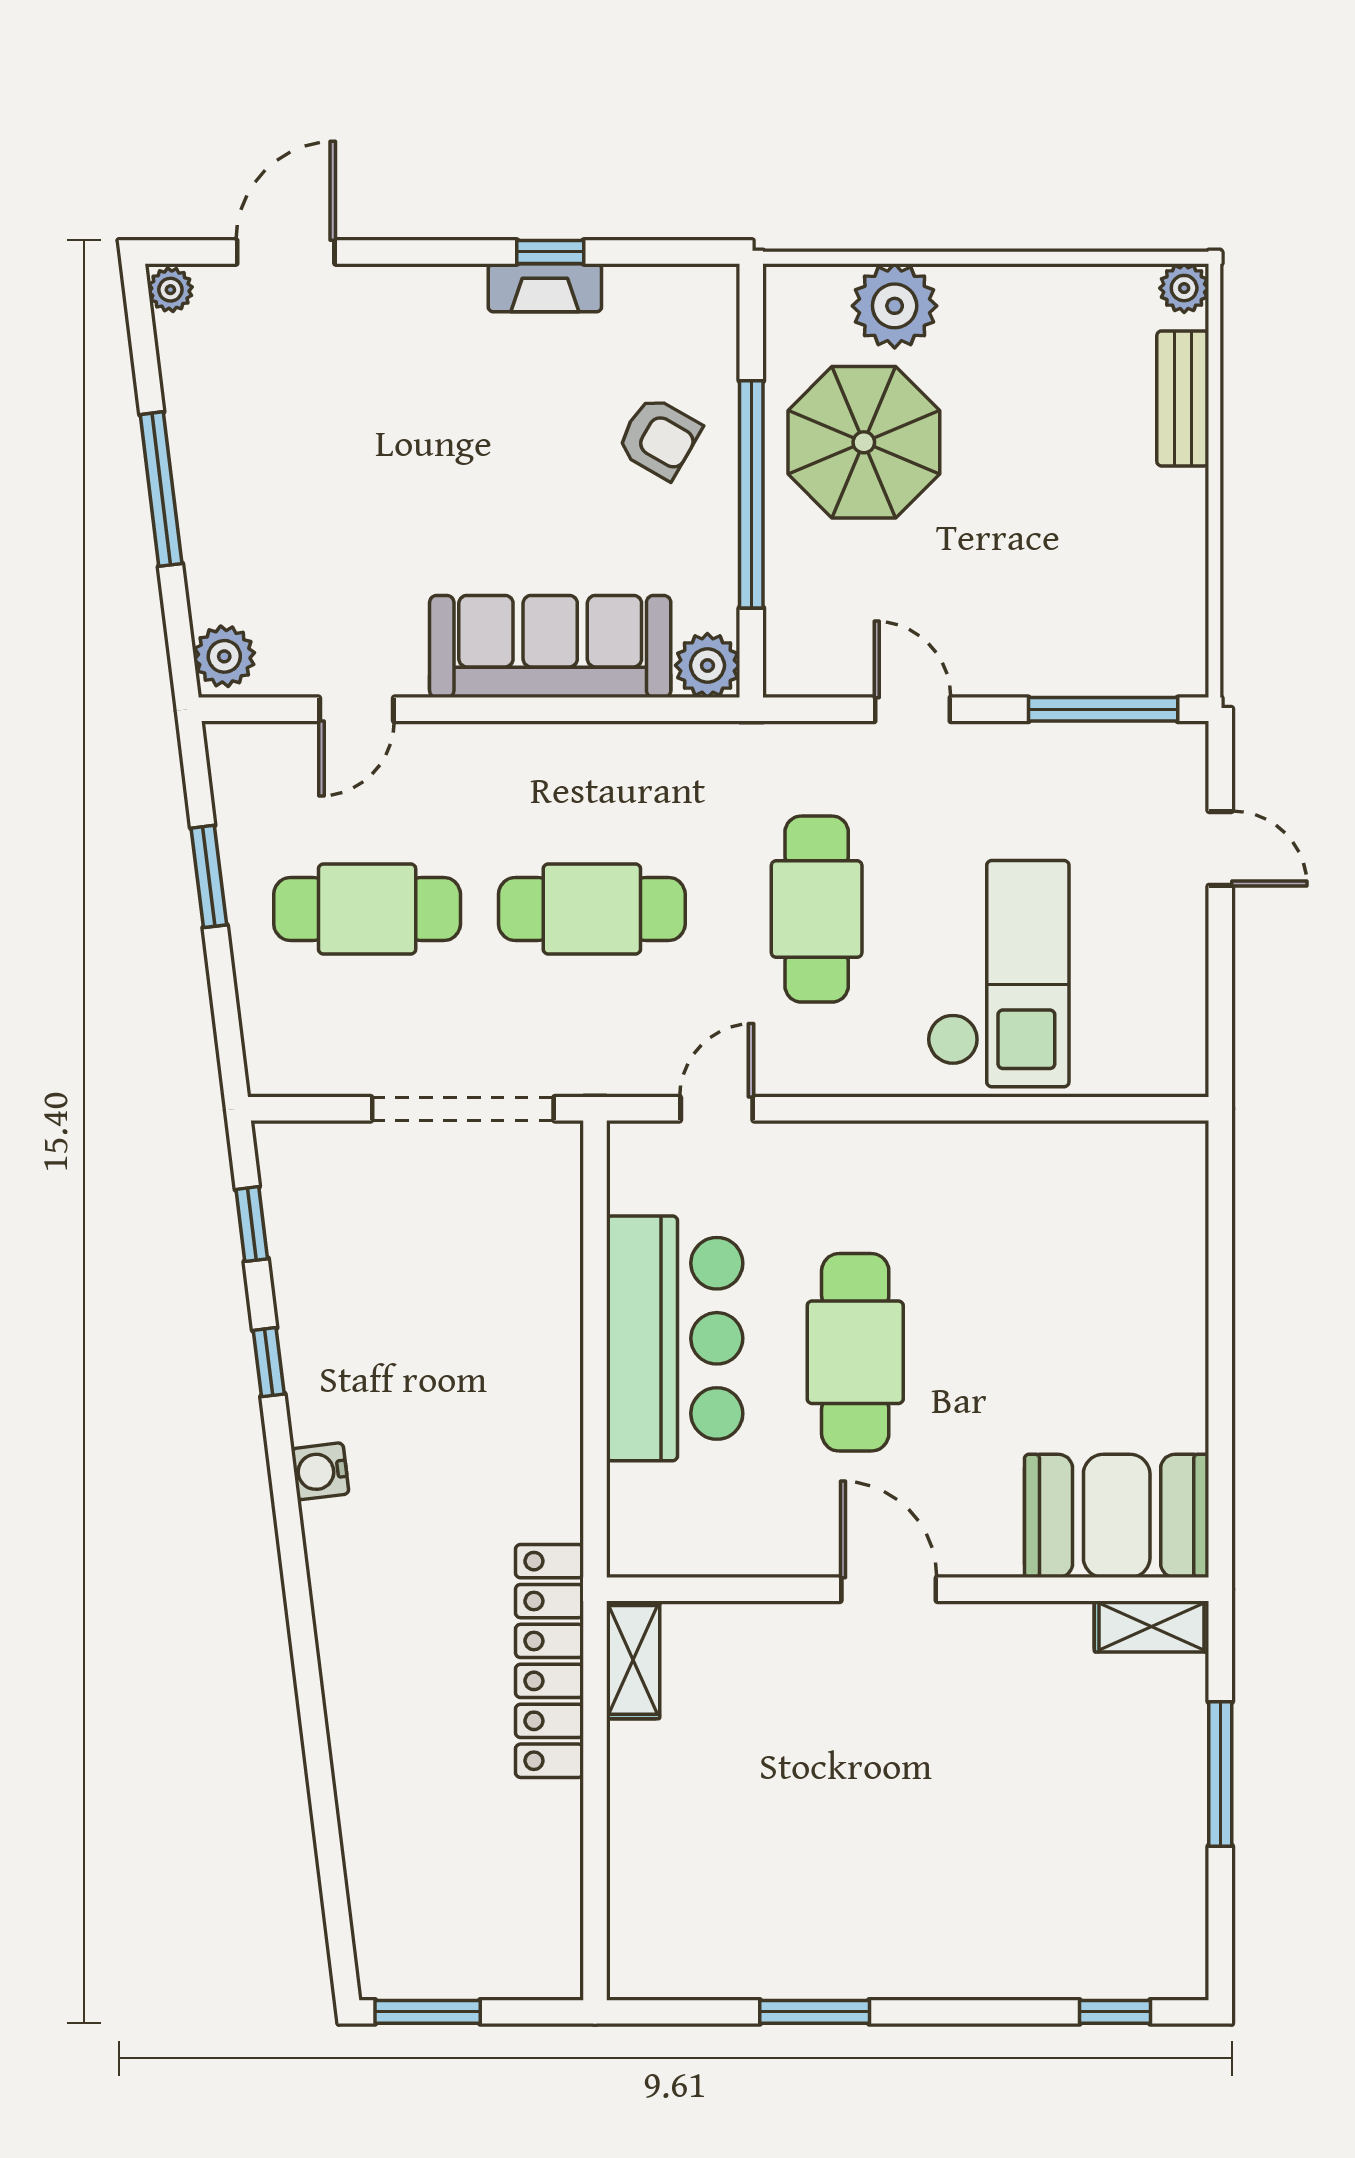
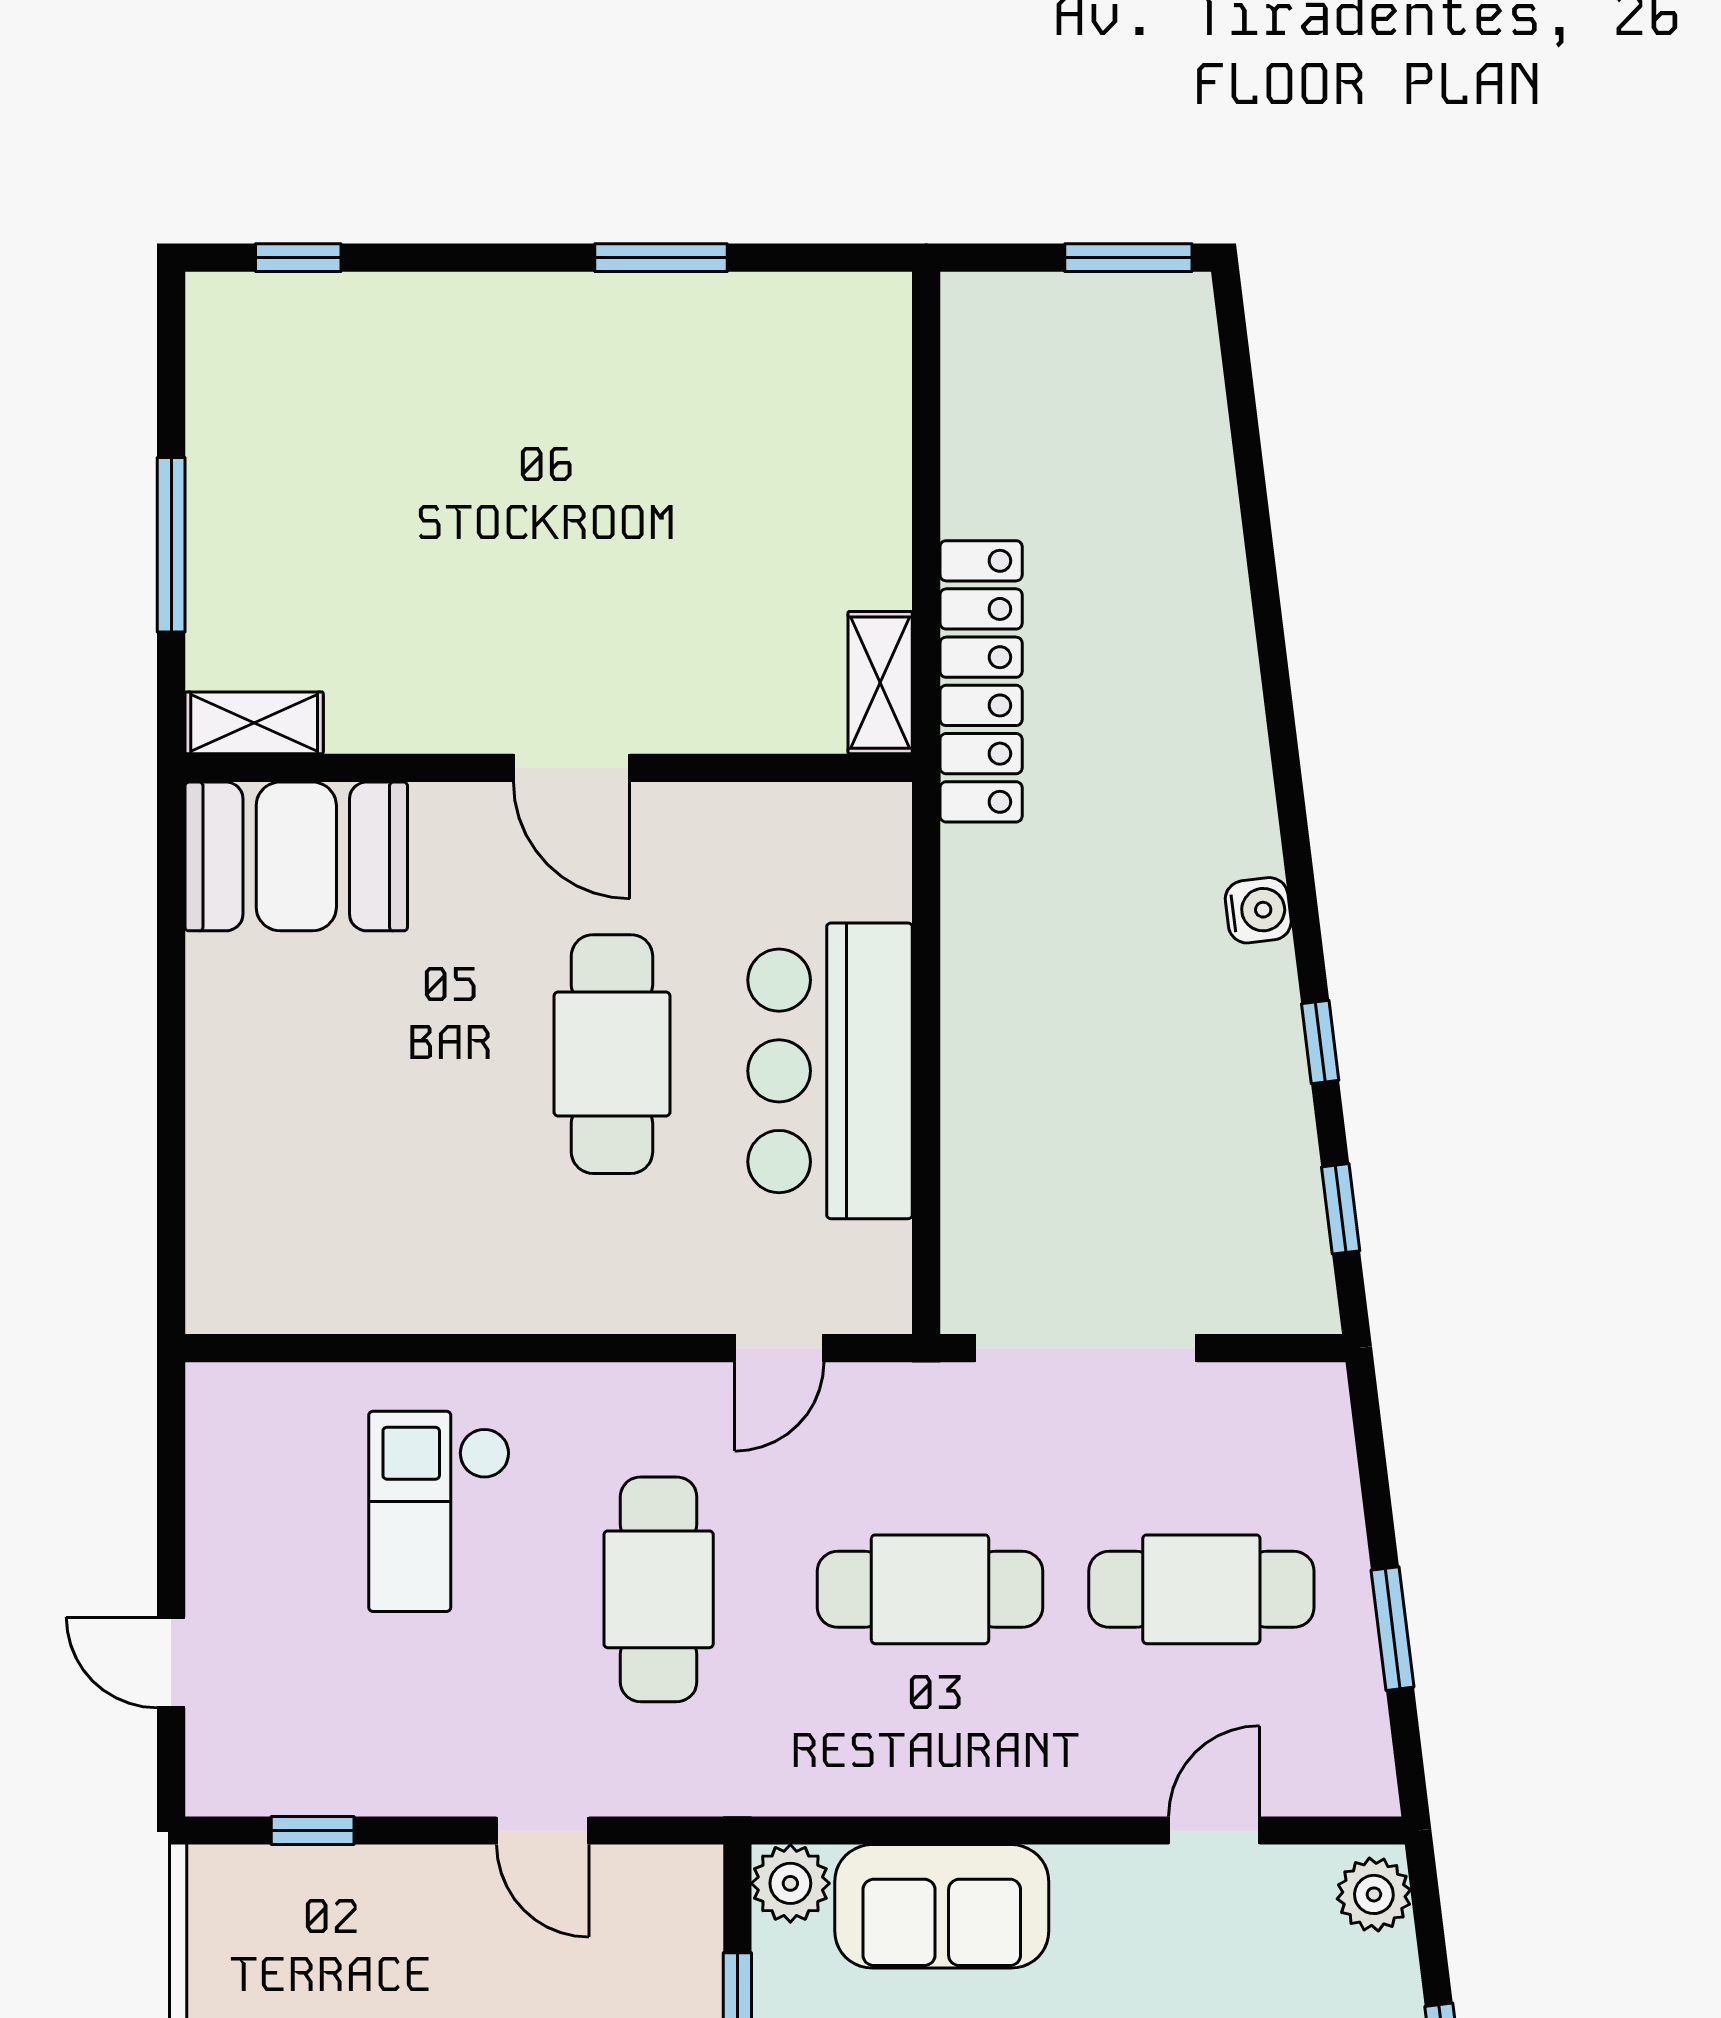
sofa: (550, 647) -> (942, 1906), width x0.73
window: (1103, 709) -> (313, 1830), width x0.46
checkout: (998, 974) -> (439, 1511), width x0.73, depth x0.83

